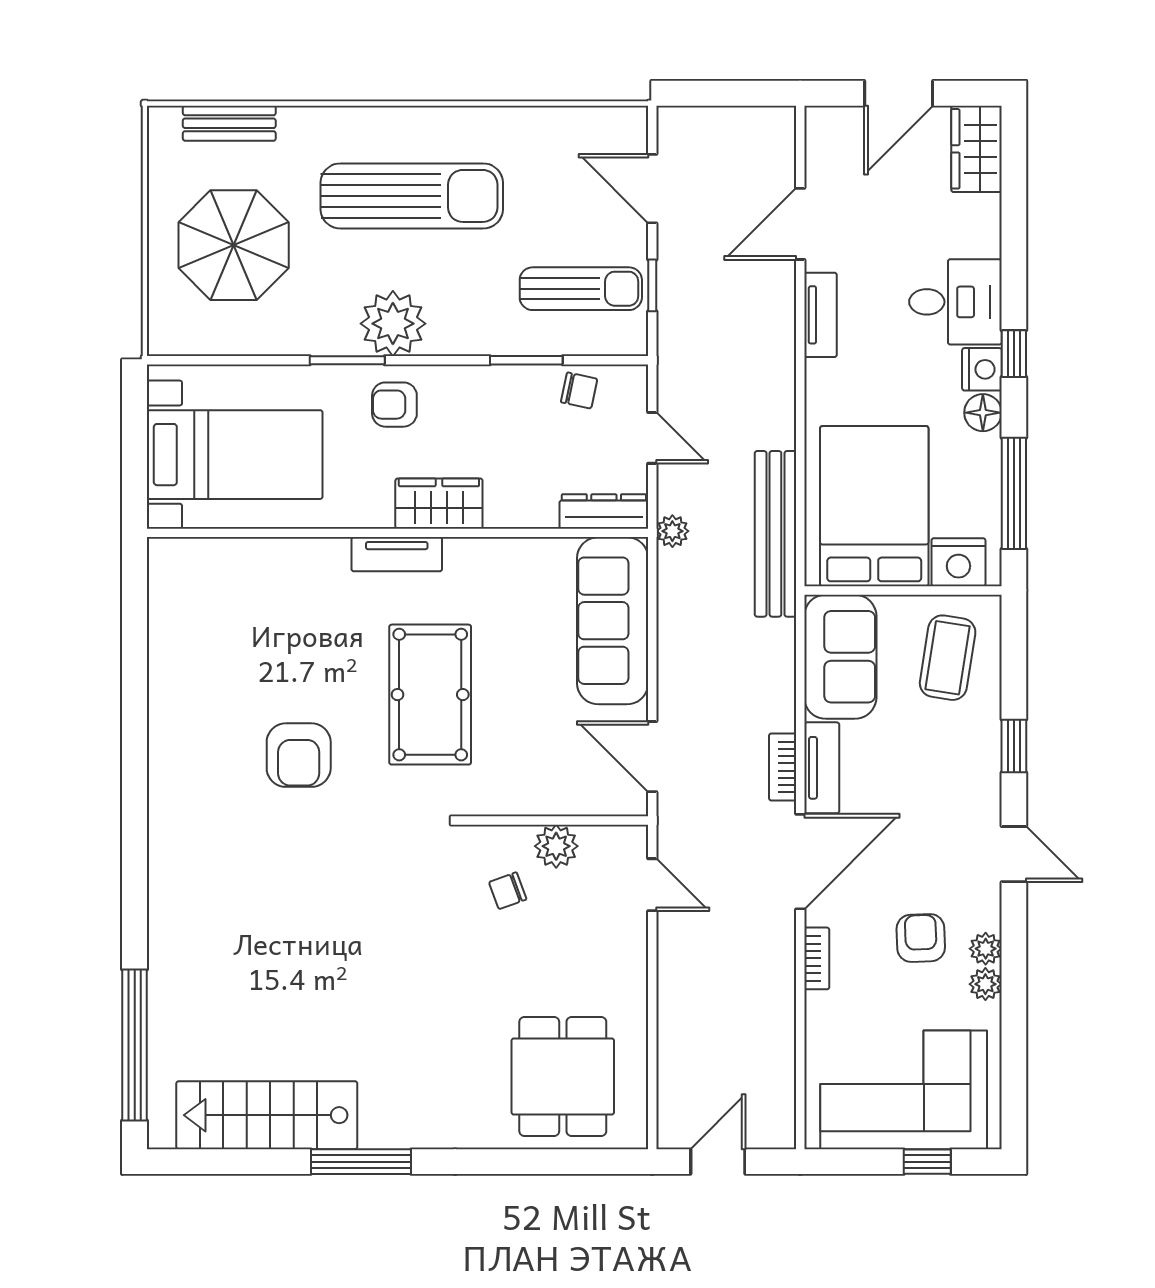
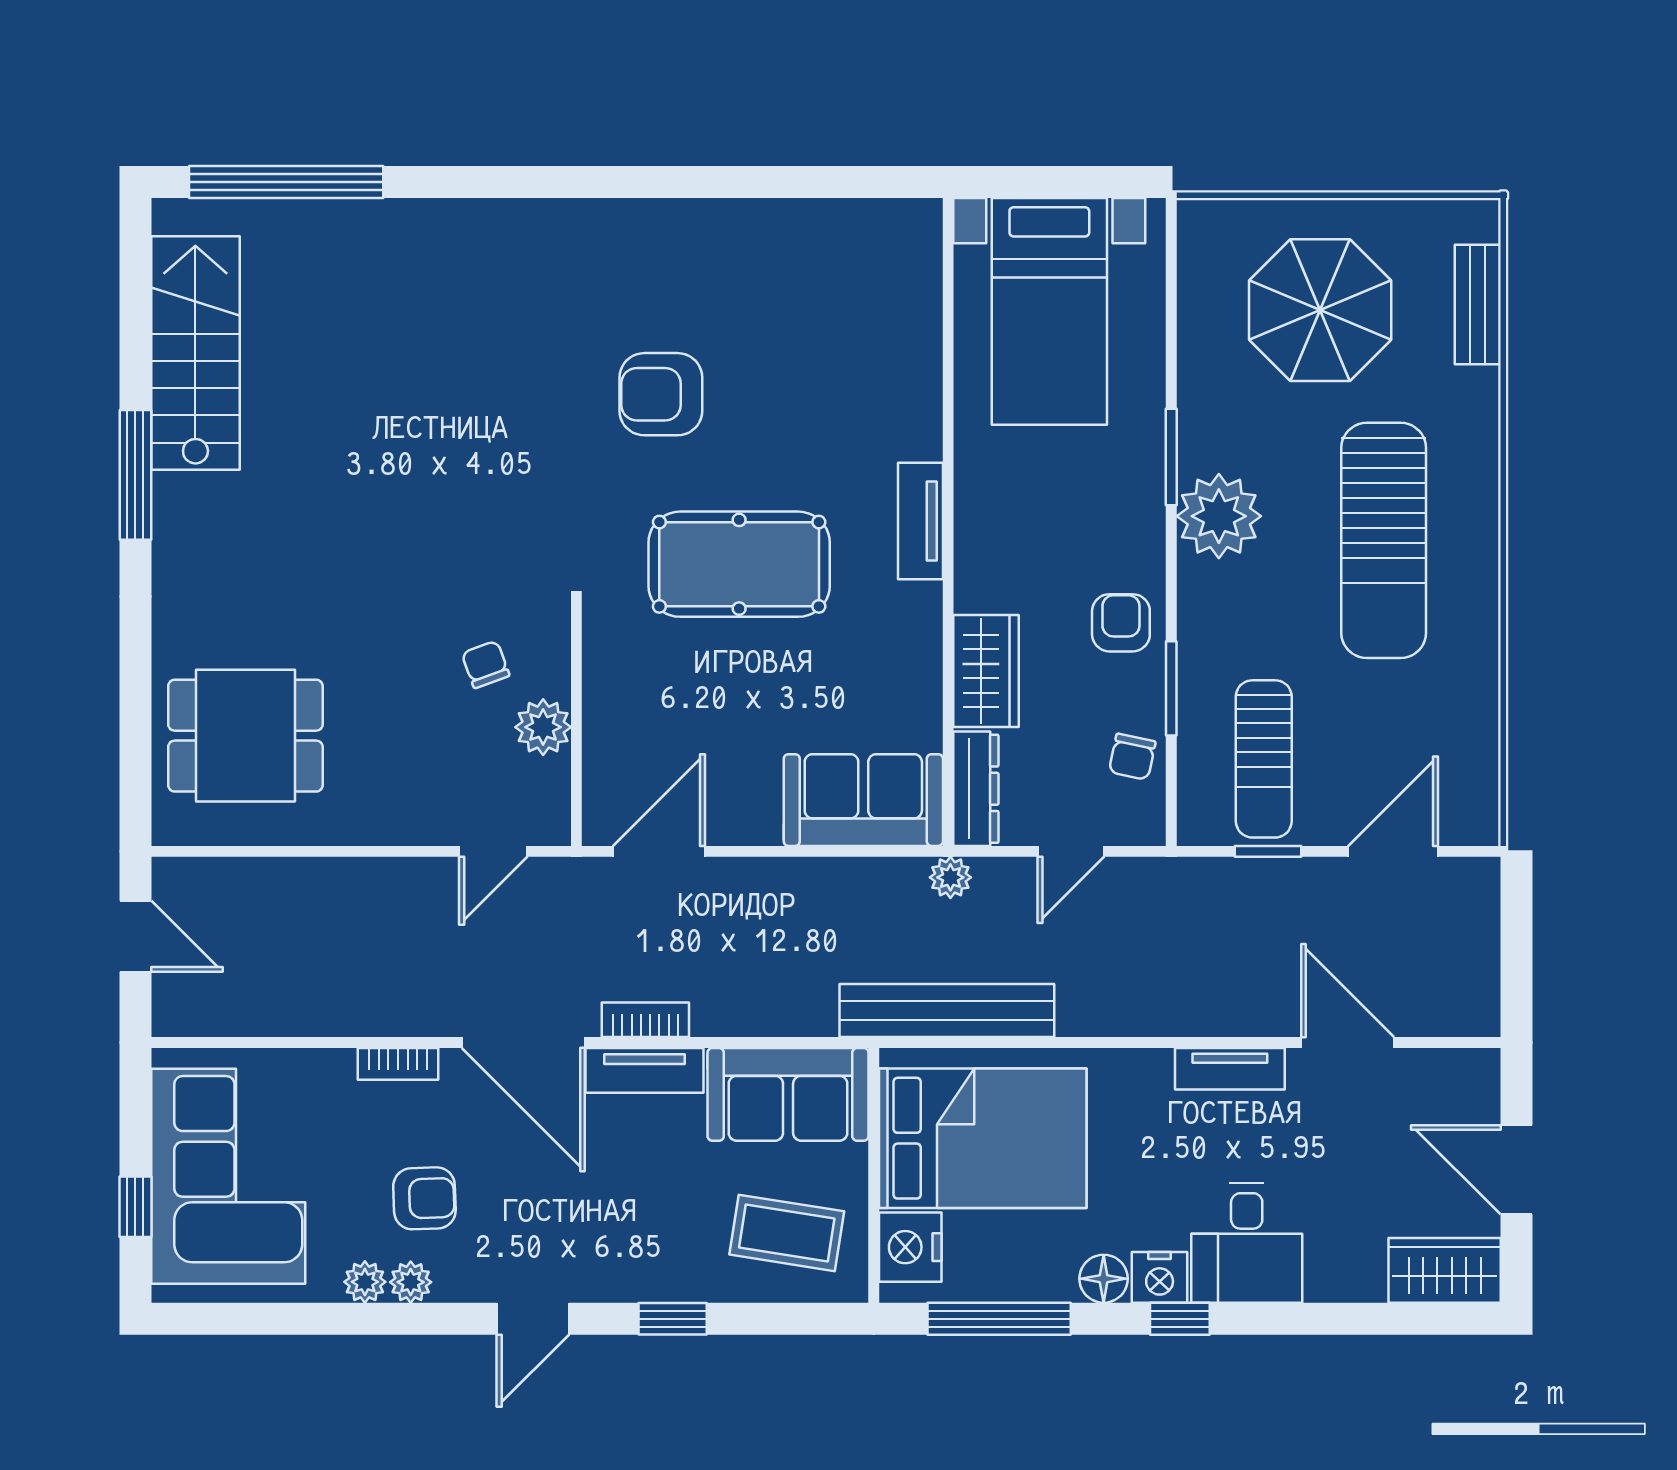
armchair: (394, 405) -> (1121, 623), moved
wardrobe: (439, 504) -> (986, 671), moved
sofa: (613, 621) -> (863, 800), width x0.73

